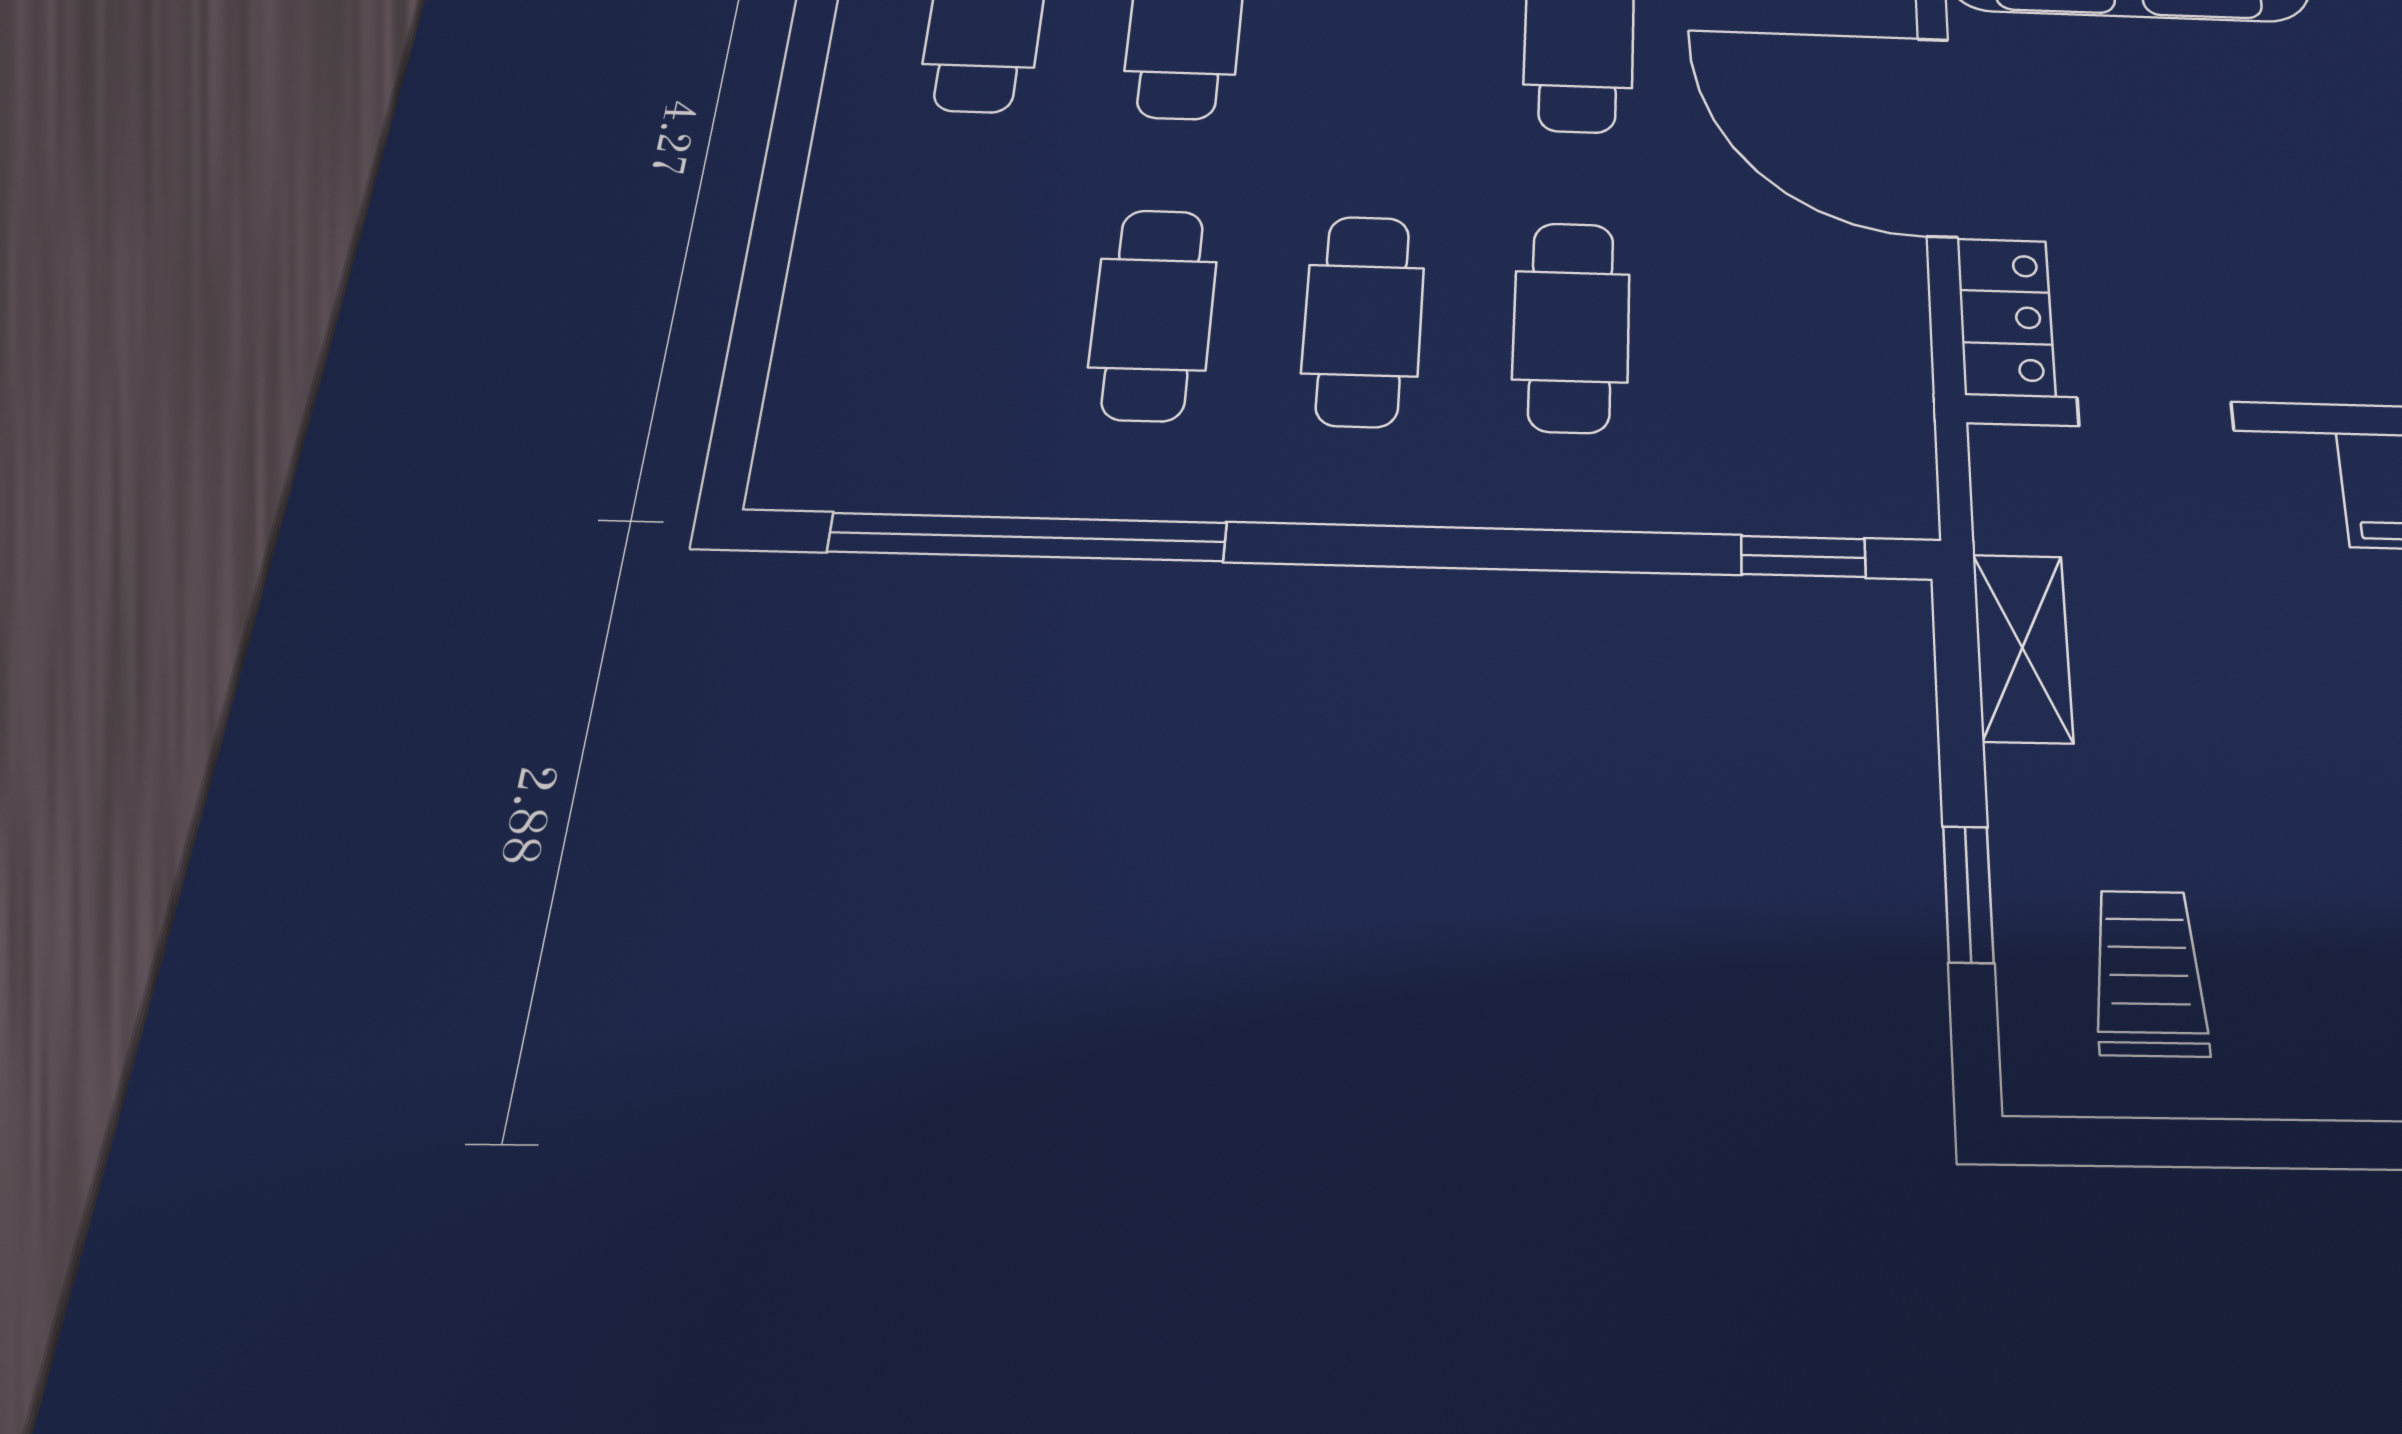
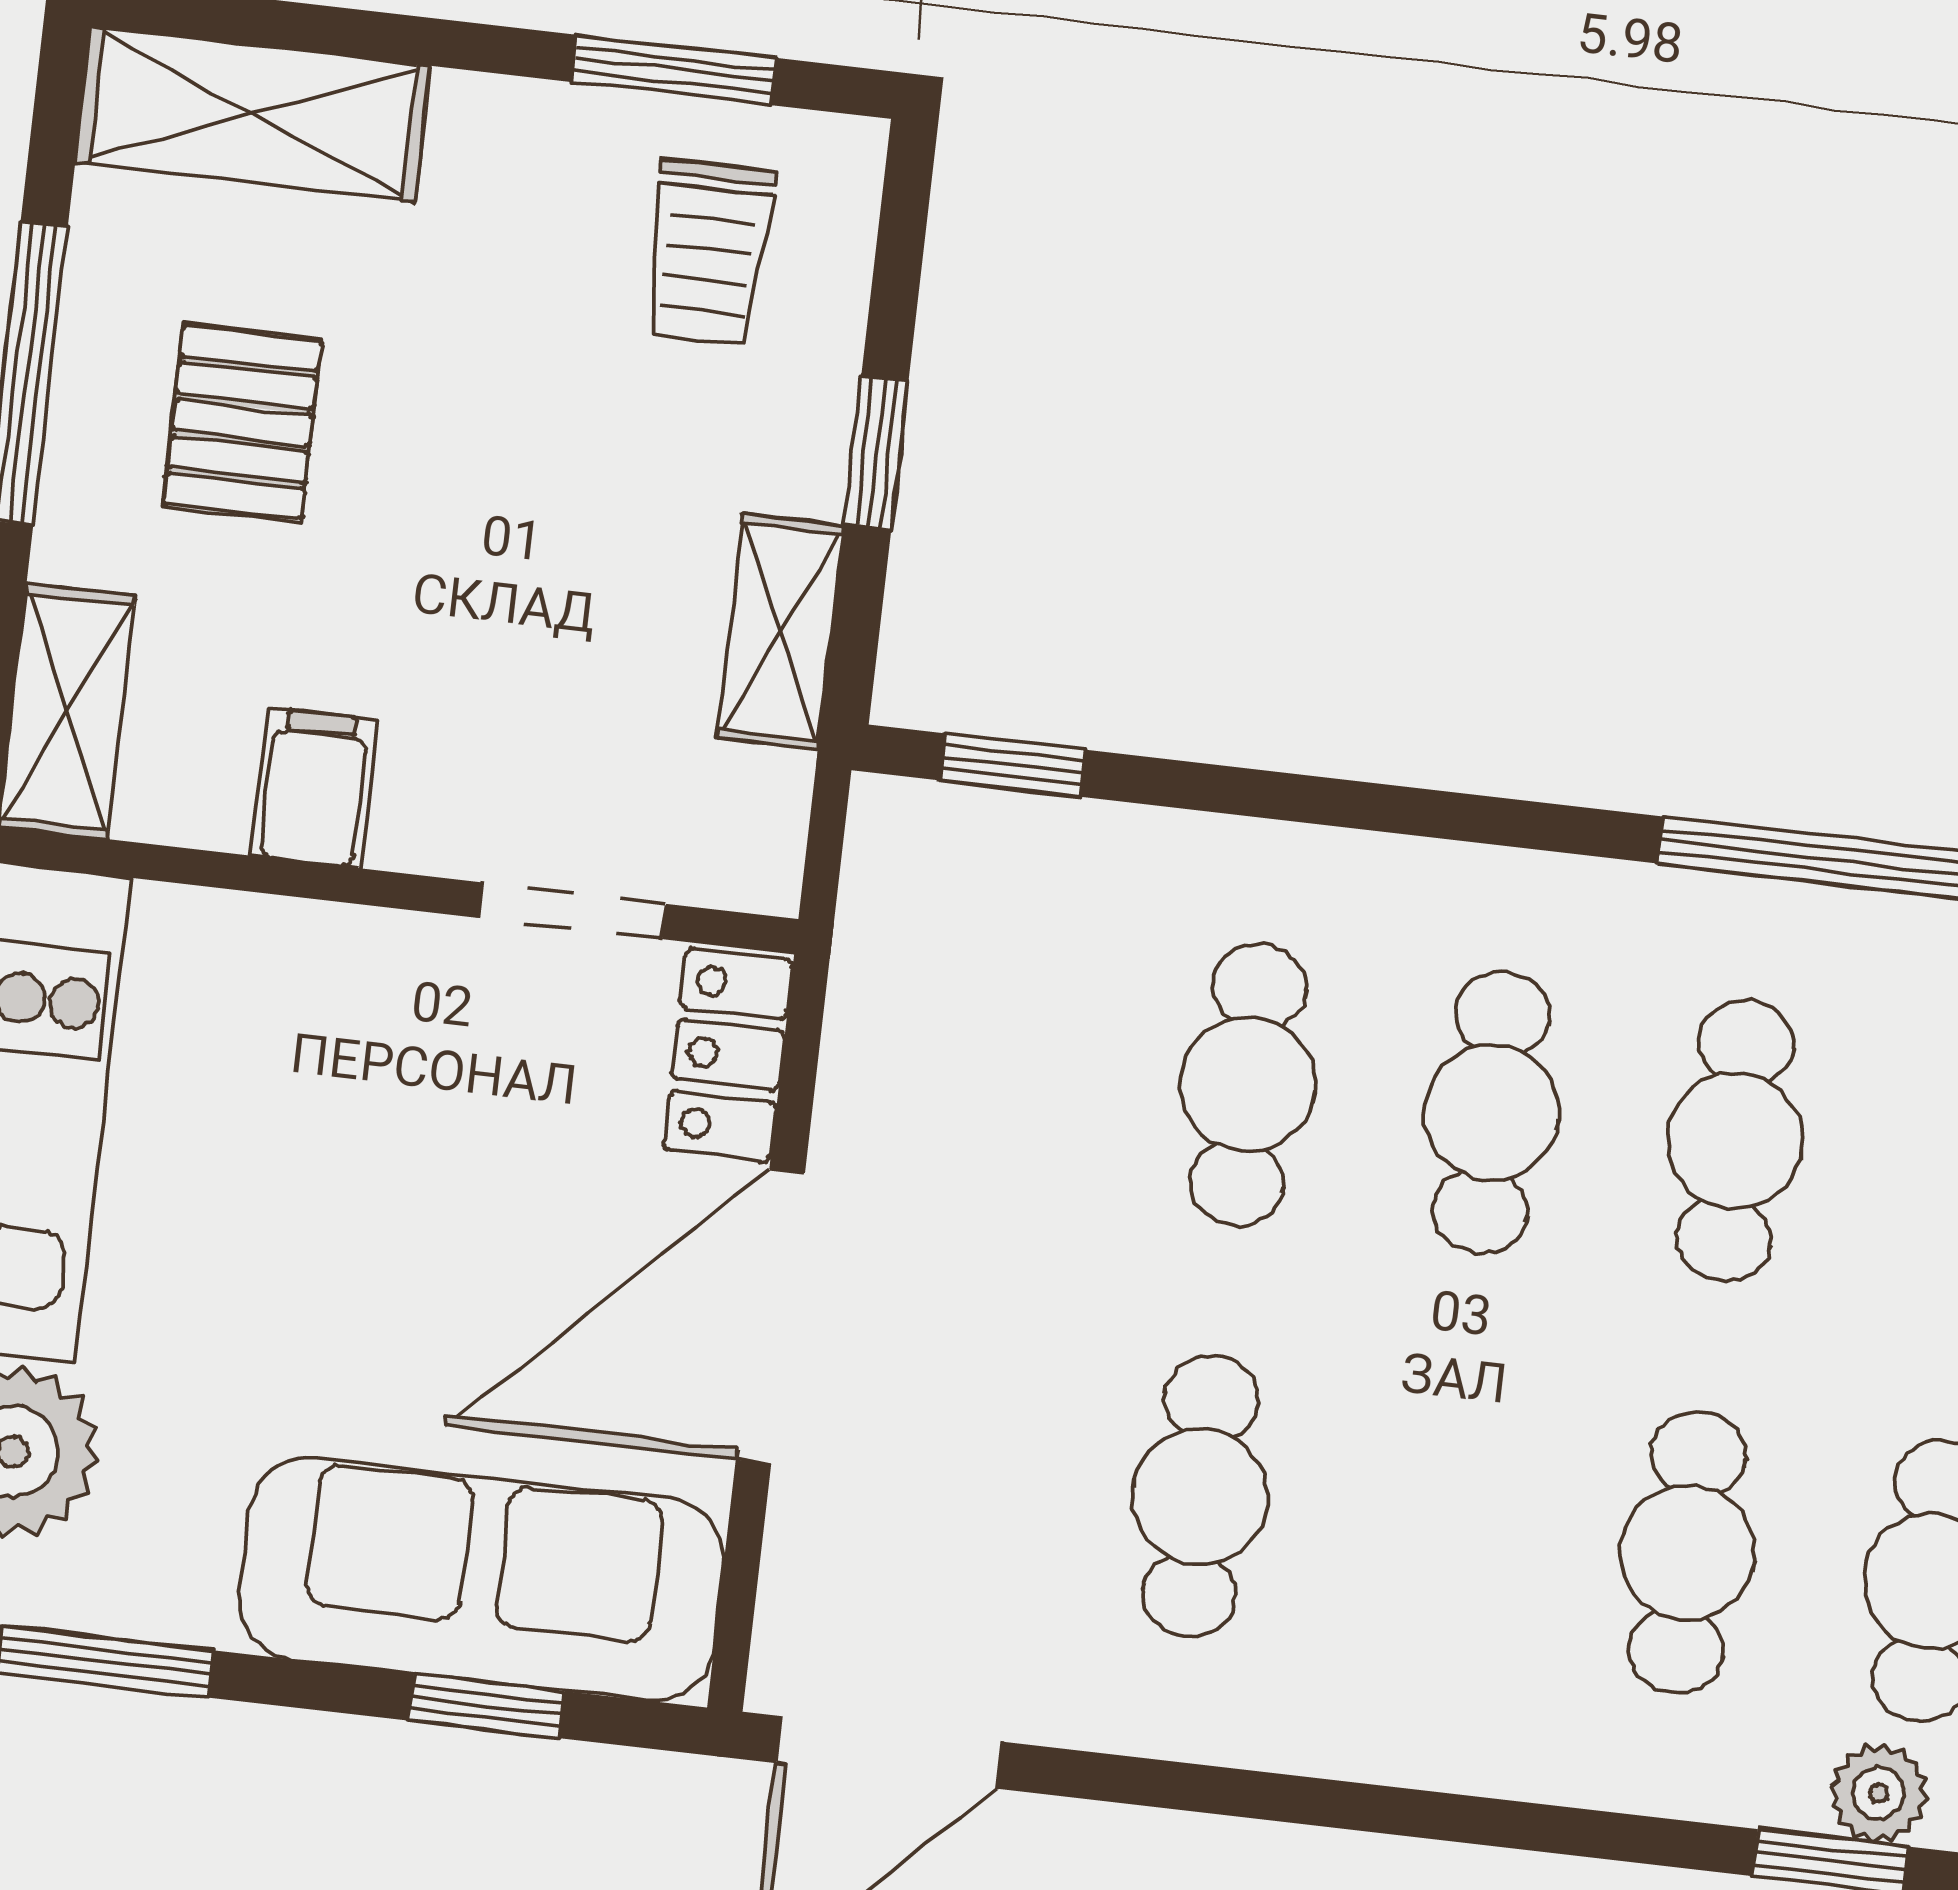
door: (1937, 136) -> (770, 1316), swing flipped
window: (1968, 894) -> (876, 453), moved
window: (2215, 1143) -> (674, 70), added

